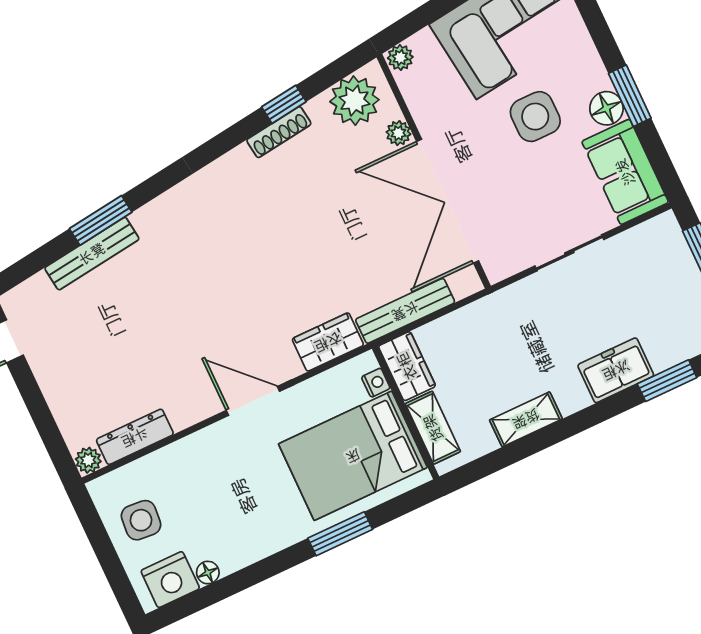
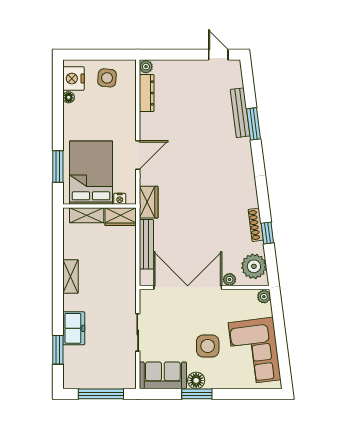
wardrobe: (407, 366) -> (121, 217), moved
nightstand: (376, 383) -> (120, 199), moved
wall: (406, 413) -> (99, 206), moved
shelving: (433, 428) -> (87, 215), moved
bed: (353, 456) -> (91, 173), moved

